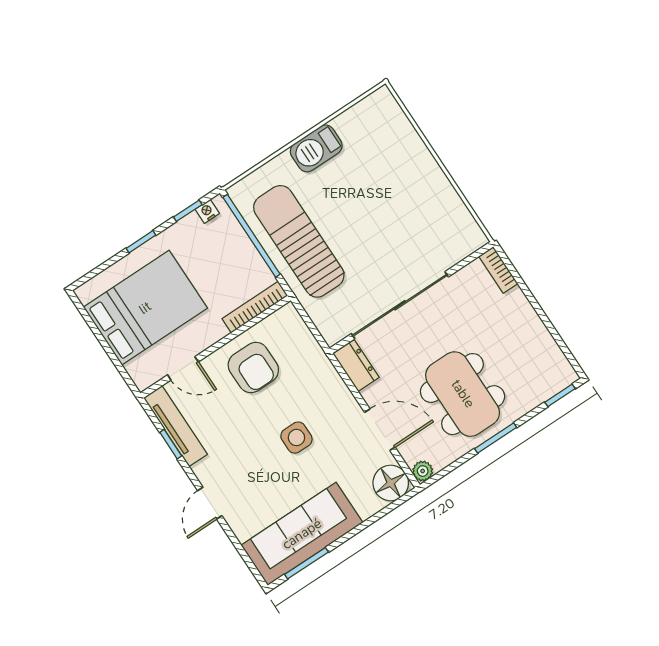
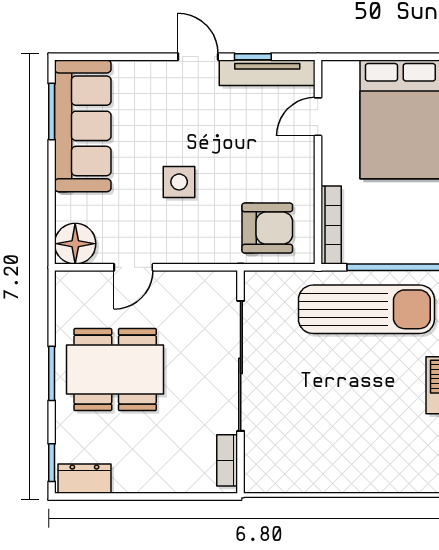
bookcase: (498, 270) -> (227, 460), moved, turned -90
dresser: (356, 366) -> (84, 479), moved, turned 180
armchair: (253, 368) -> (267, 228), moved, turned 180
door: (380, 430) -> (133, 267), width x0.73
plant: (423, 471) -> (66, 282), removed
door: (210, 503) -> (198, 57), moved

